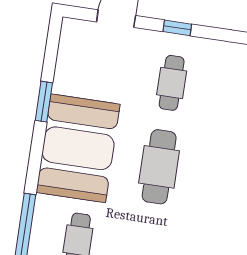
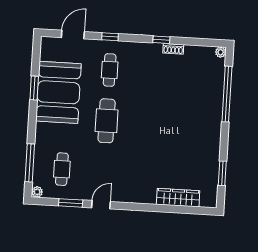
booth: (78, 148) -> (58, 92), moved

